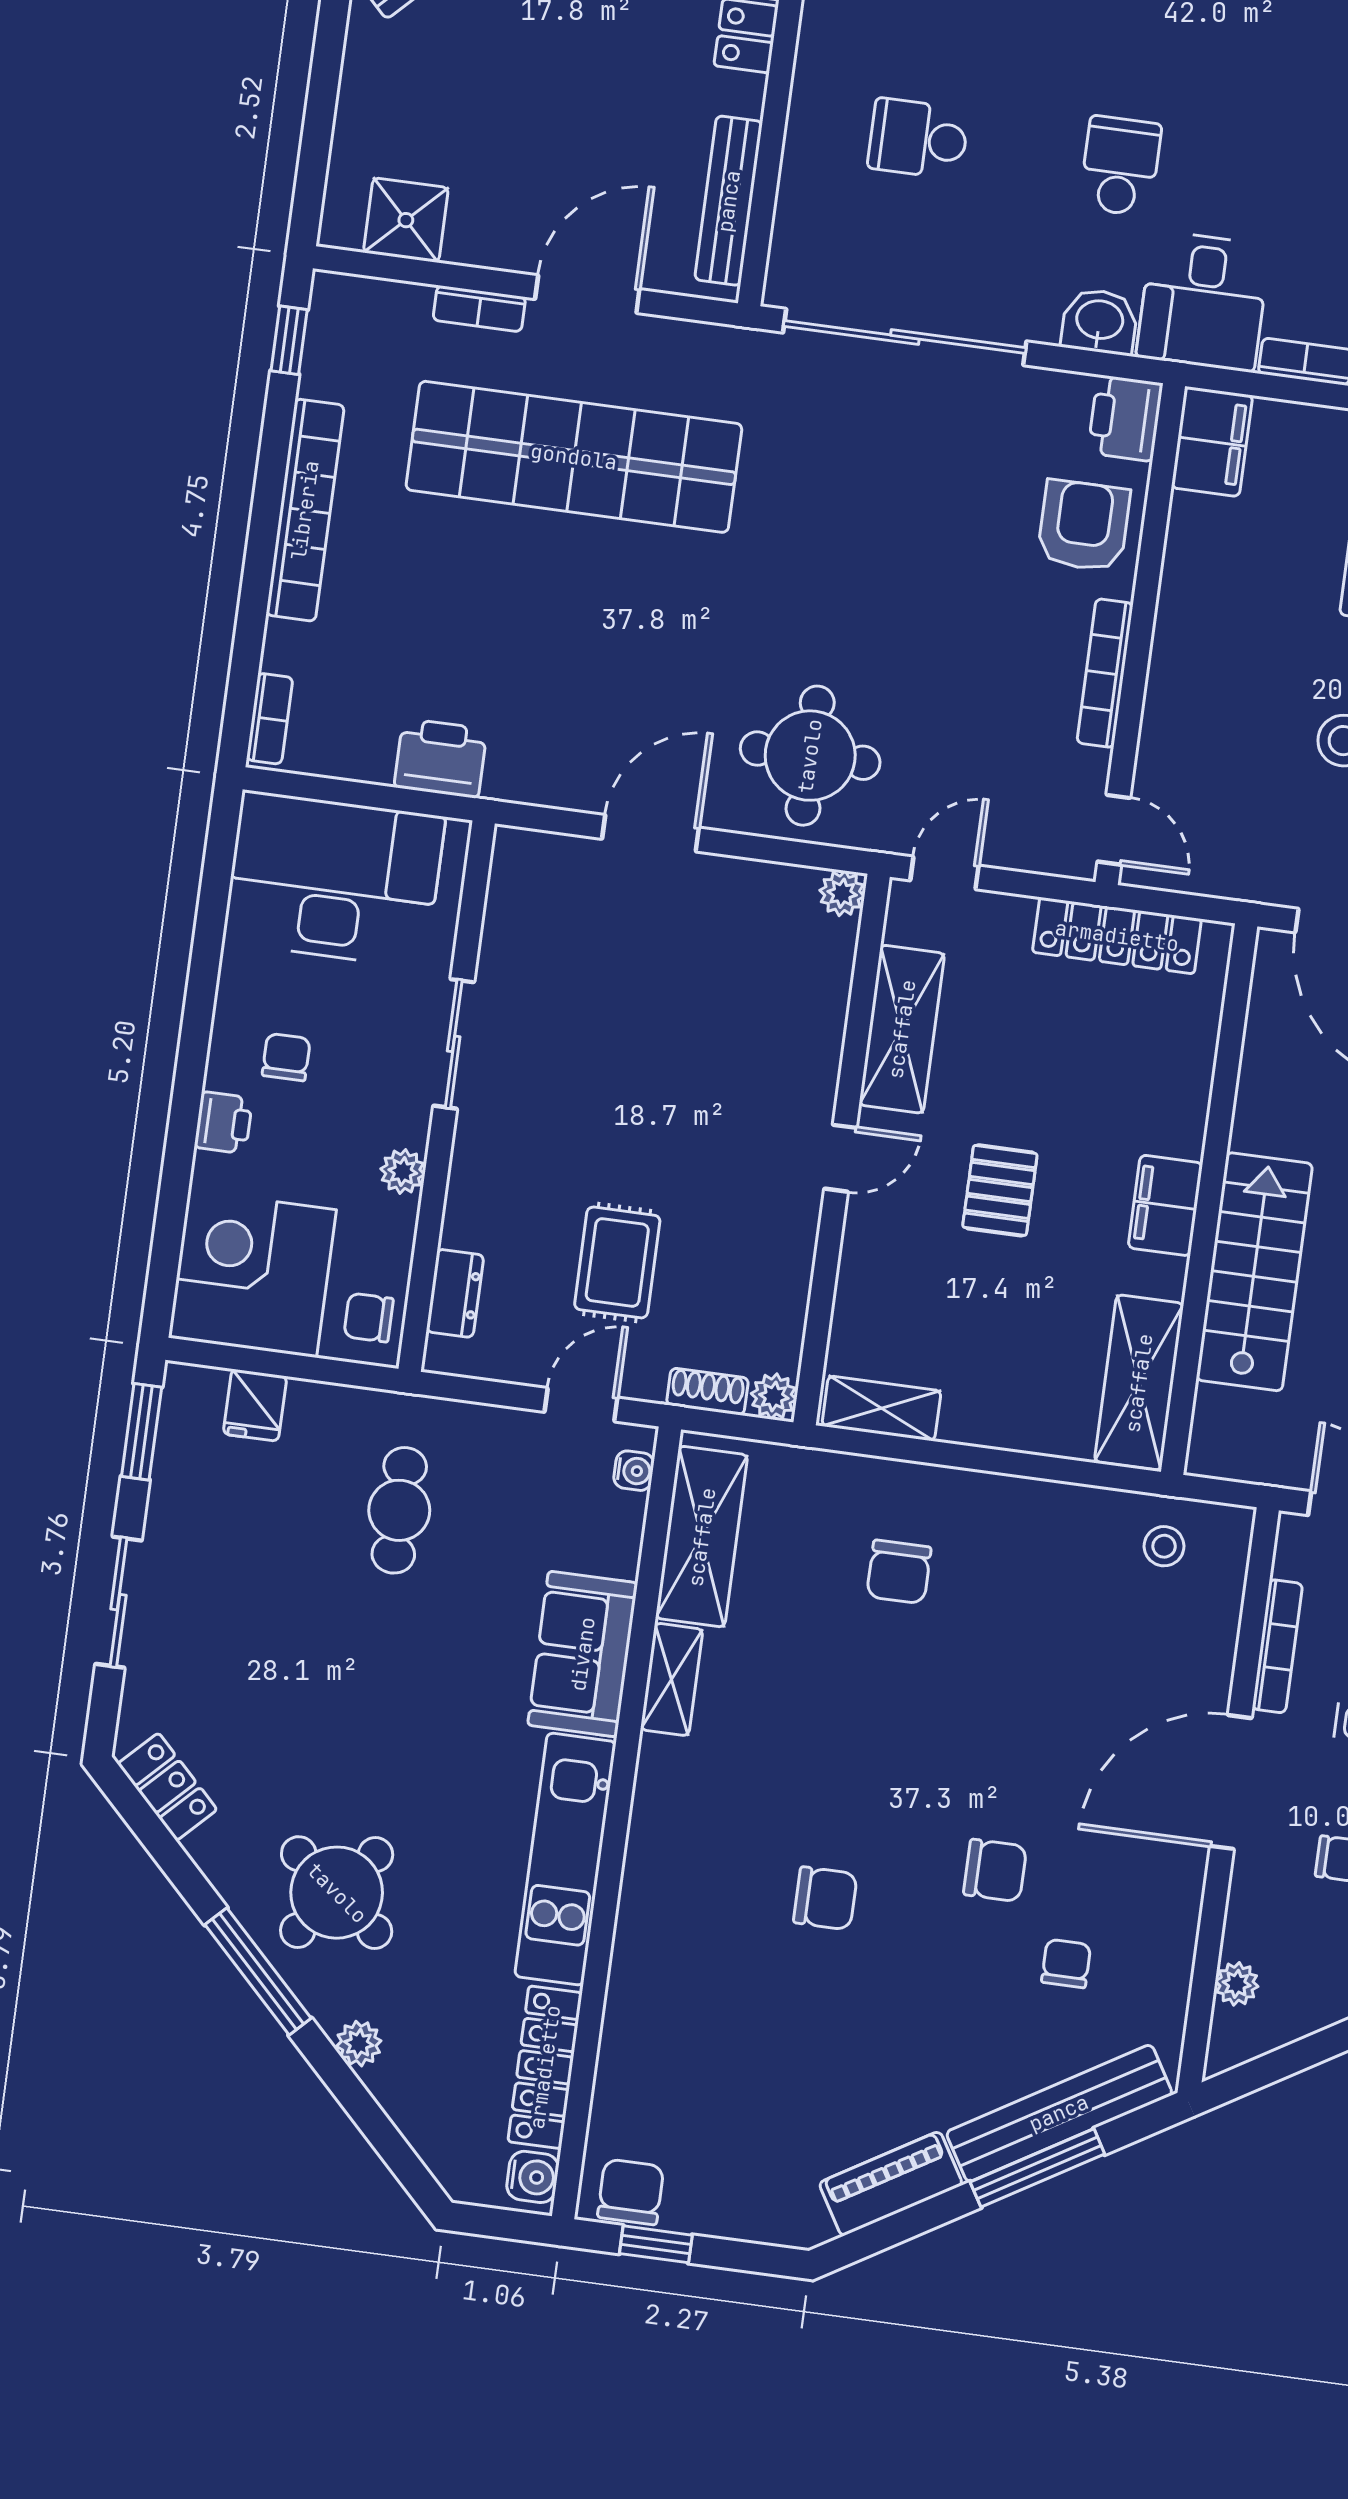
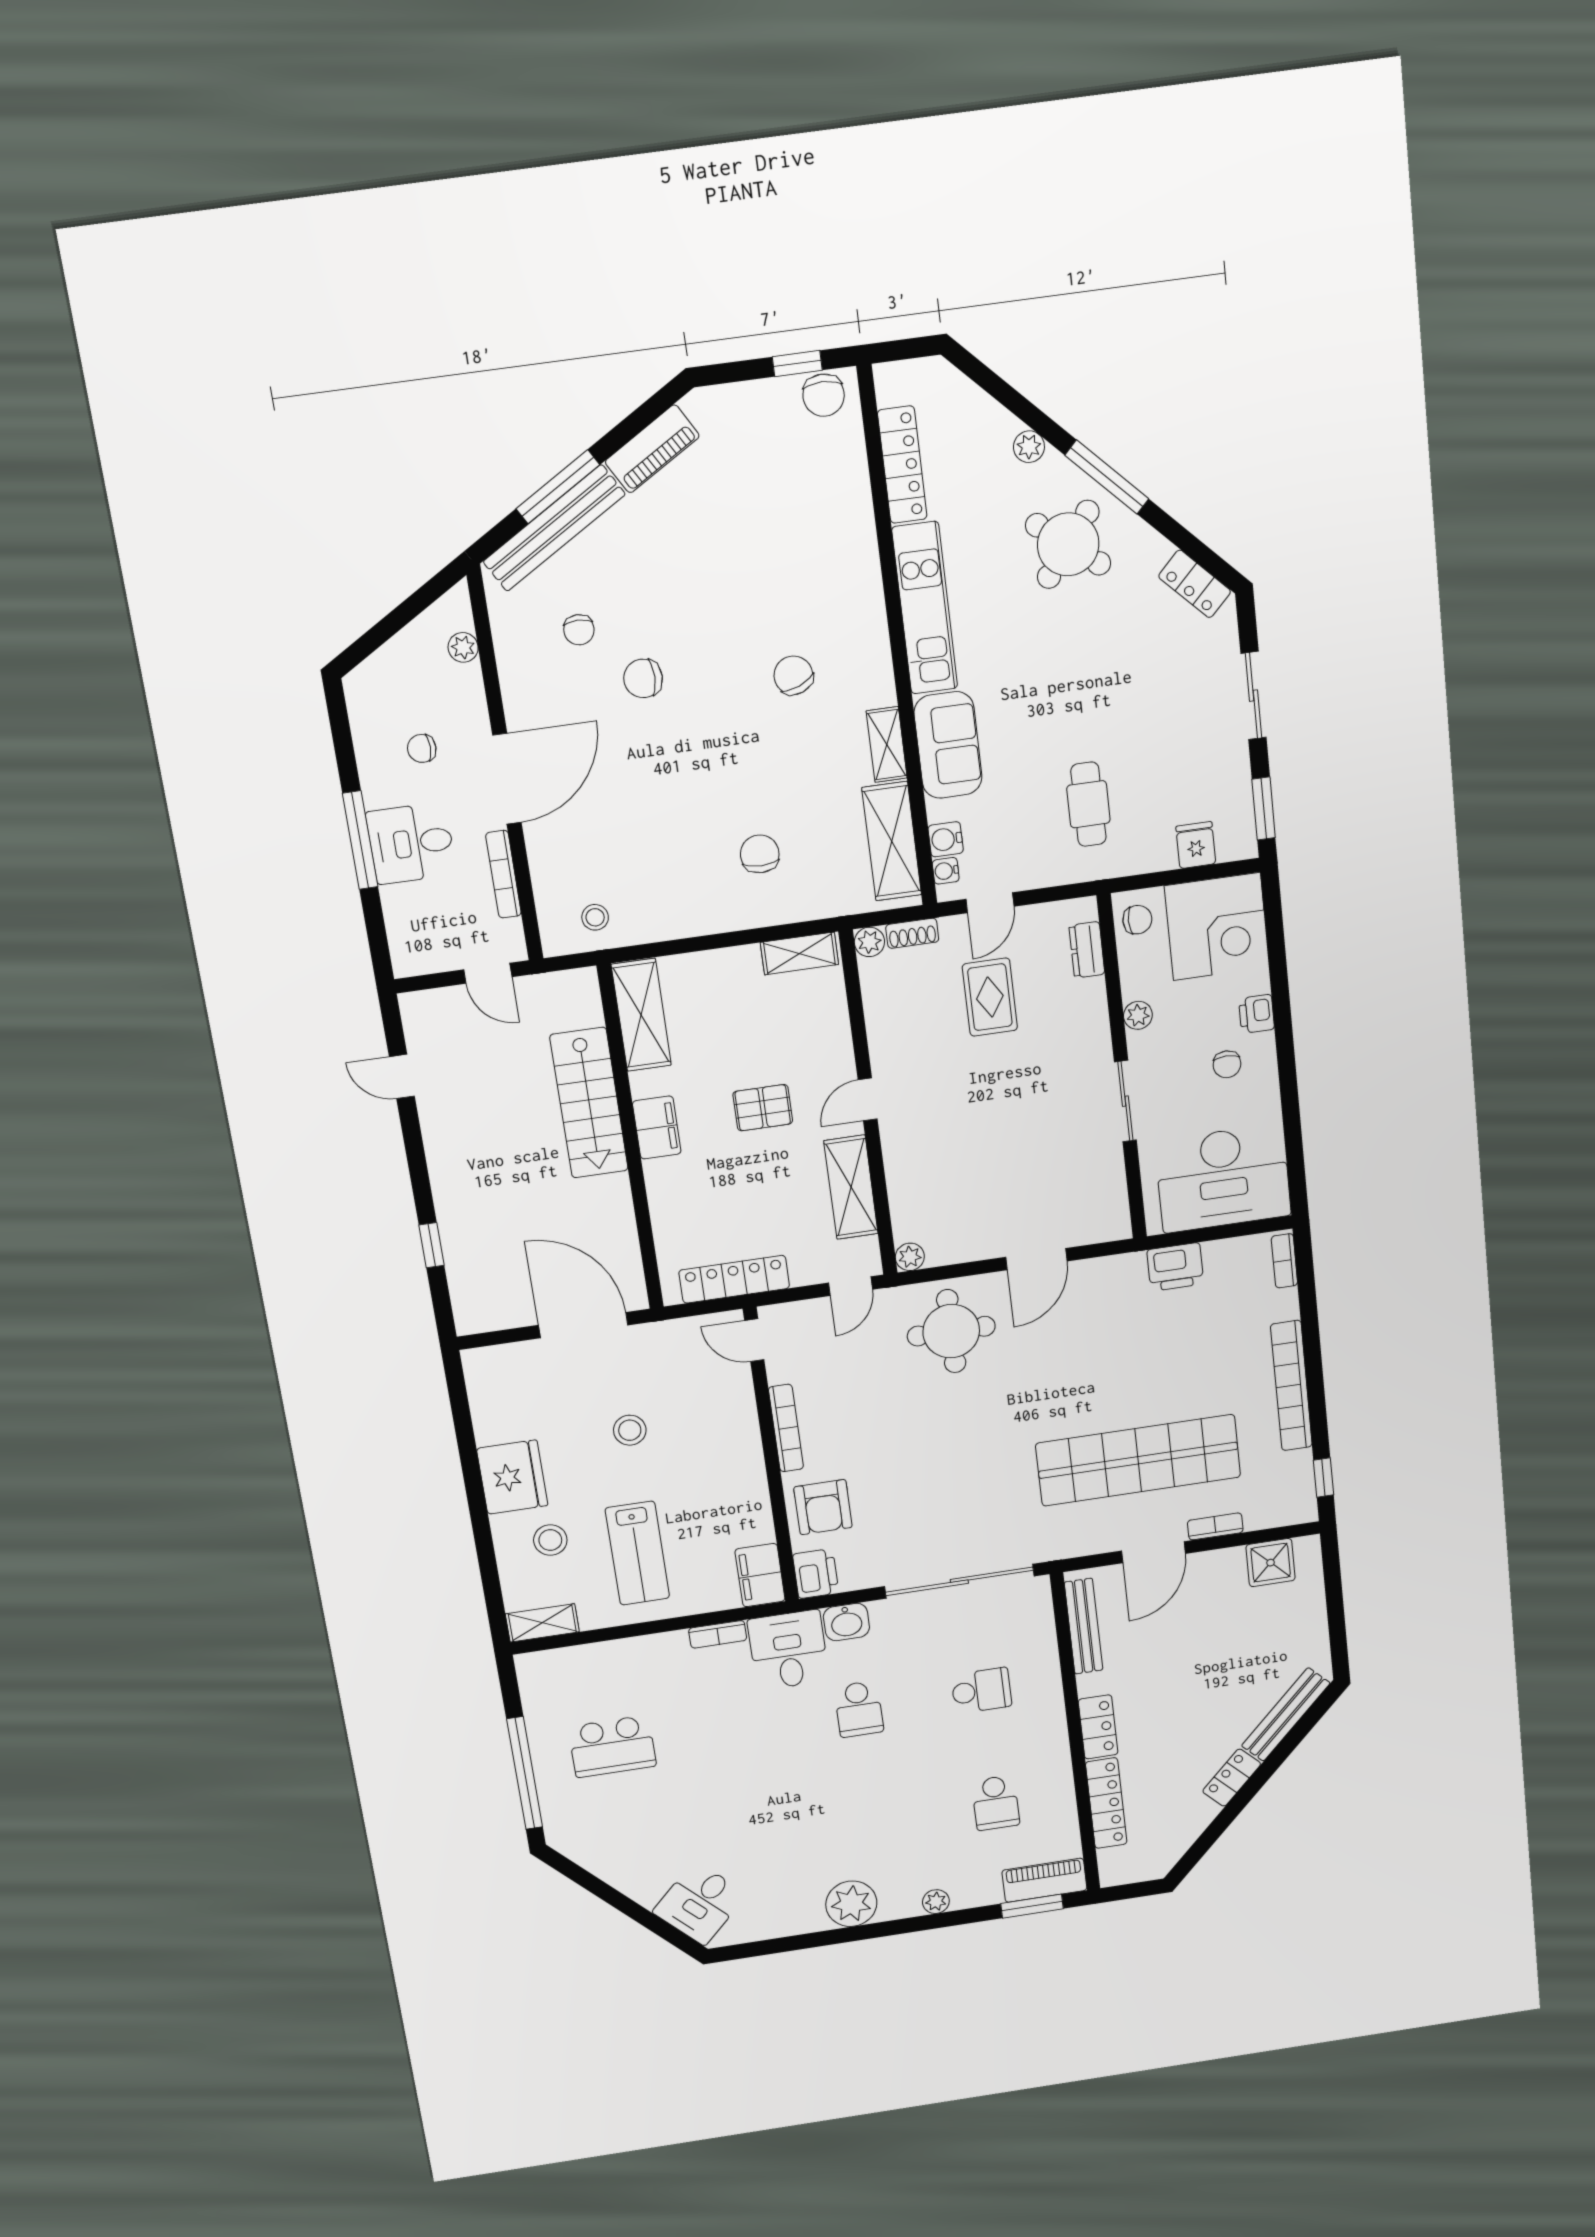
pallet: (1000, 1190) -> (763, 1108), turned 90
chair: (825, 1898) -> (793, 675), moved, turned 68
water cooler: (533, 2177) -> (946, 839), moved

